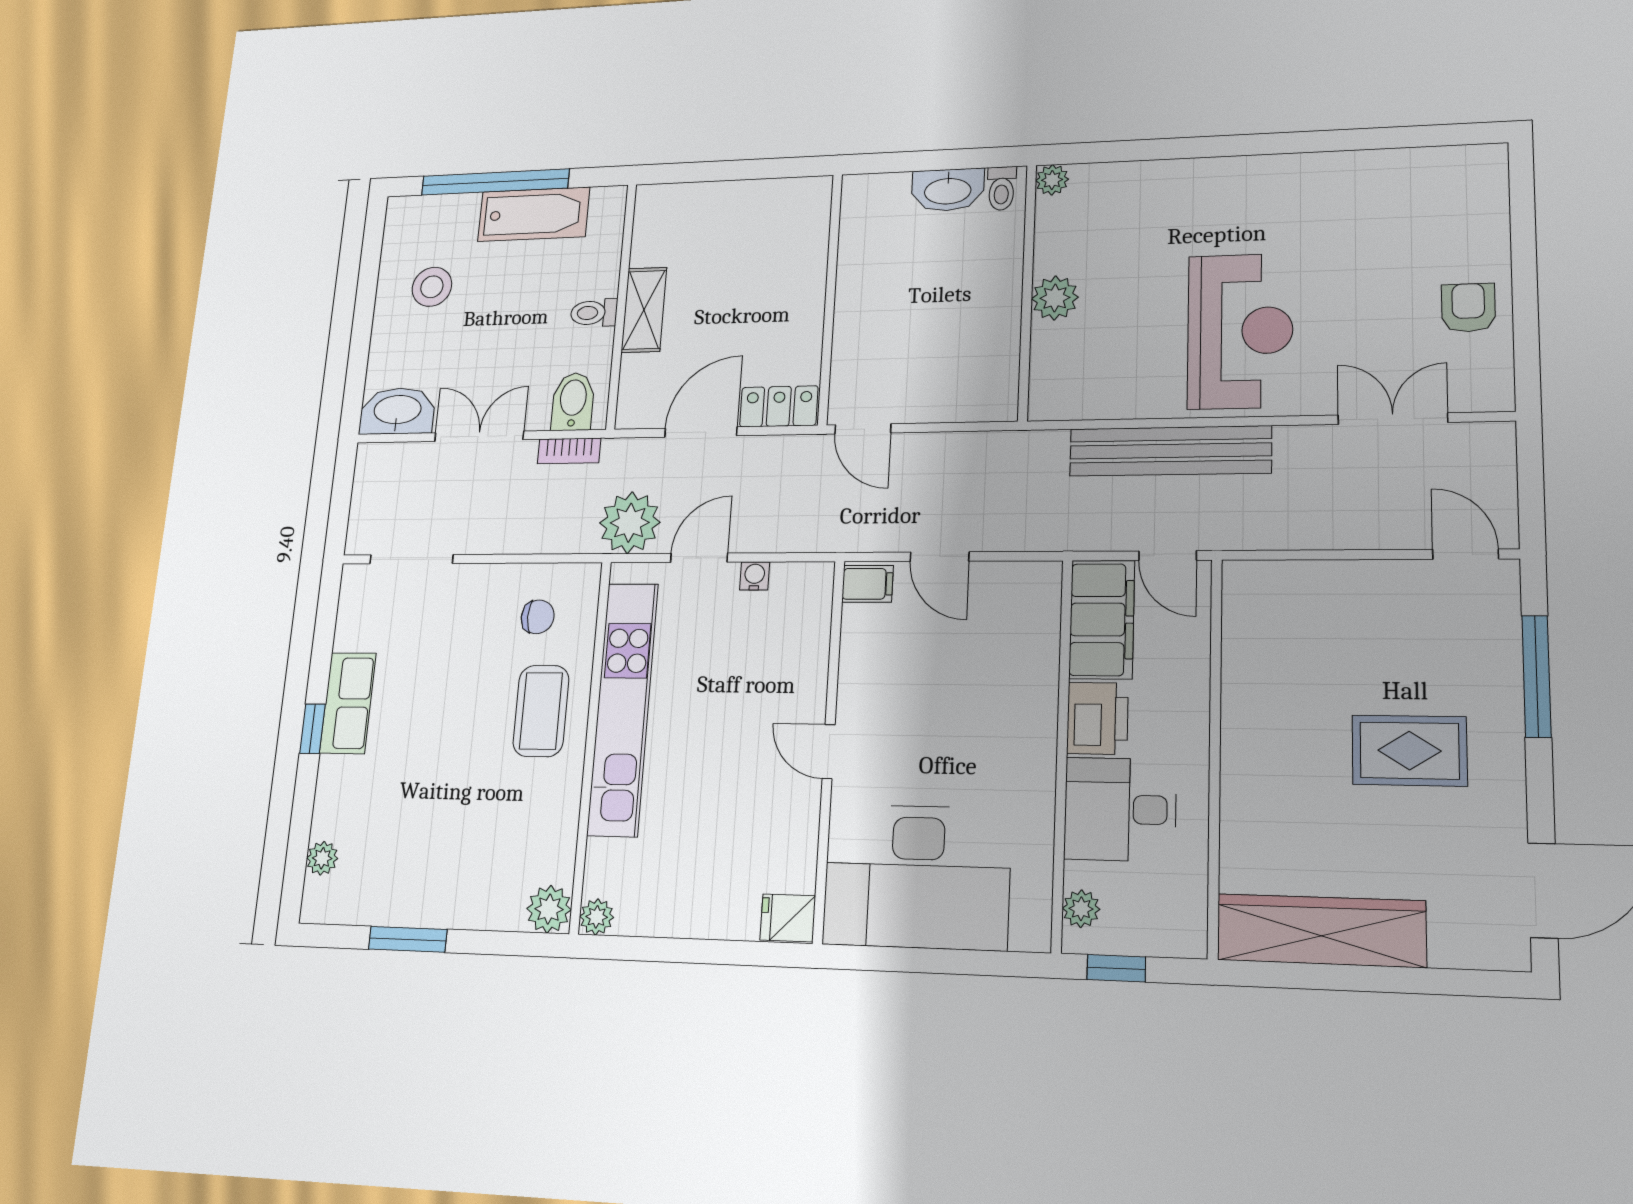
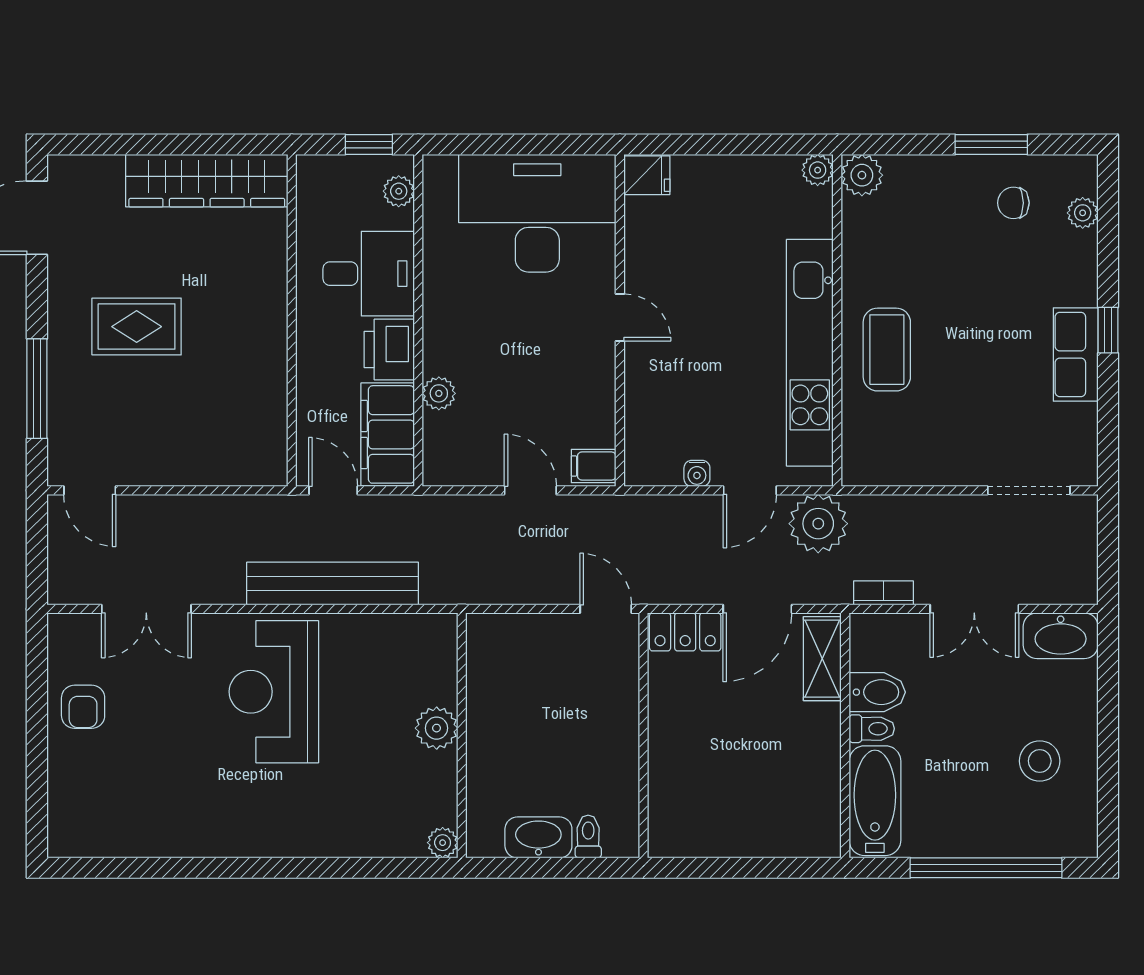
toilet: (1001, 188) -> (588, 837), moved
bathtub: (534, 214) -> (875, 801), moved, turned 90
shelving: (644, 310) -> (822, 659), moved
bidet: (573, 402) -> (877, 692), moved, turned -90
chair: (538, 617) -> (1013, 203), moved
plant: (1040, 667) -> (439, 393), added

